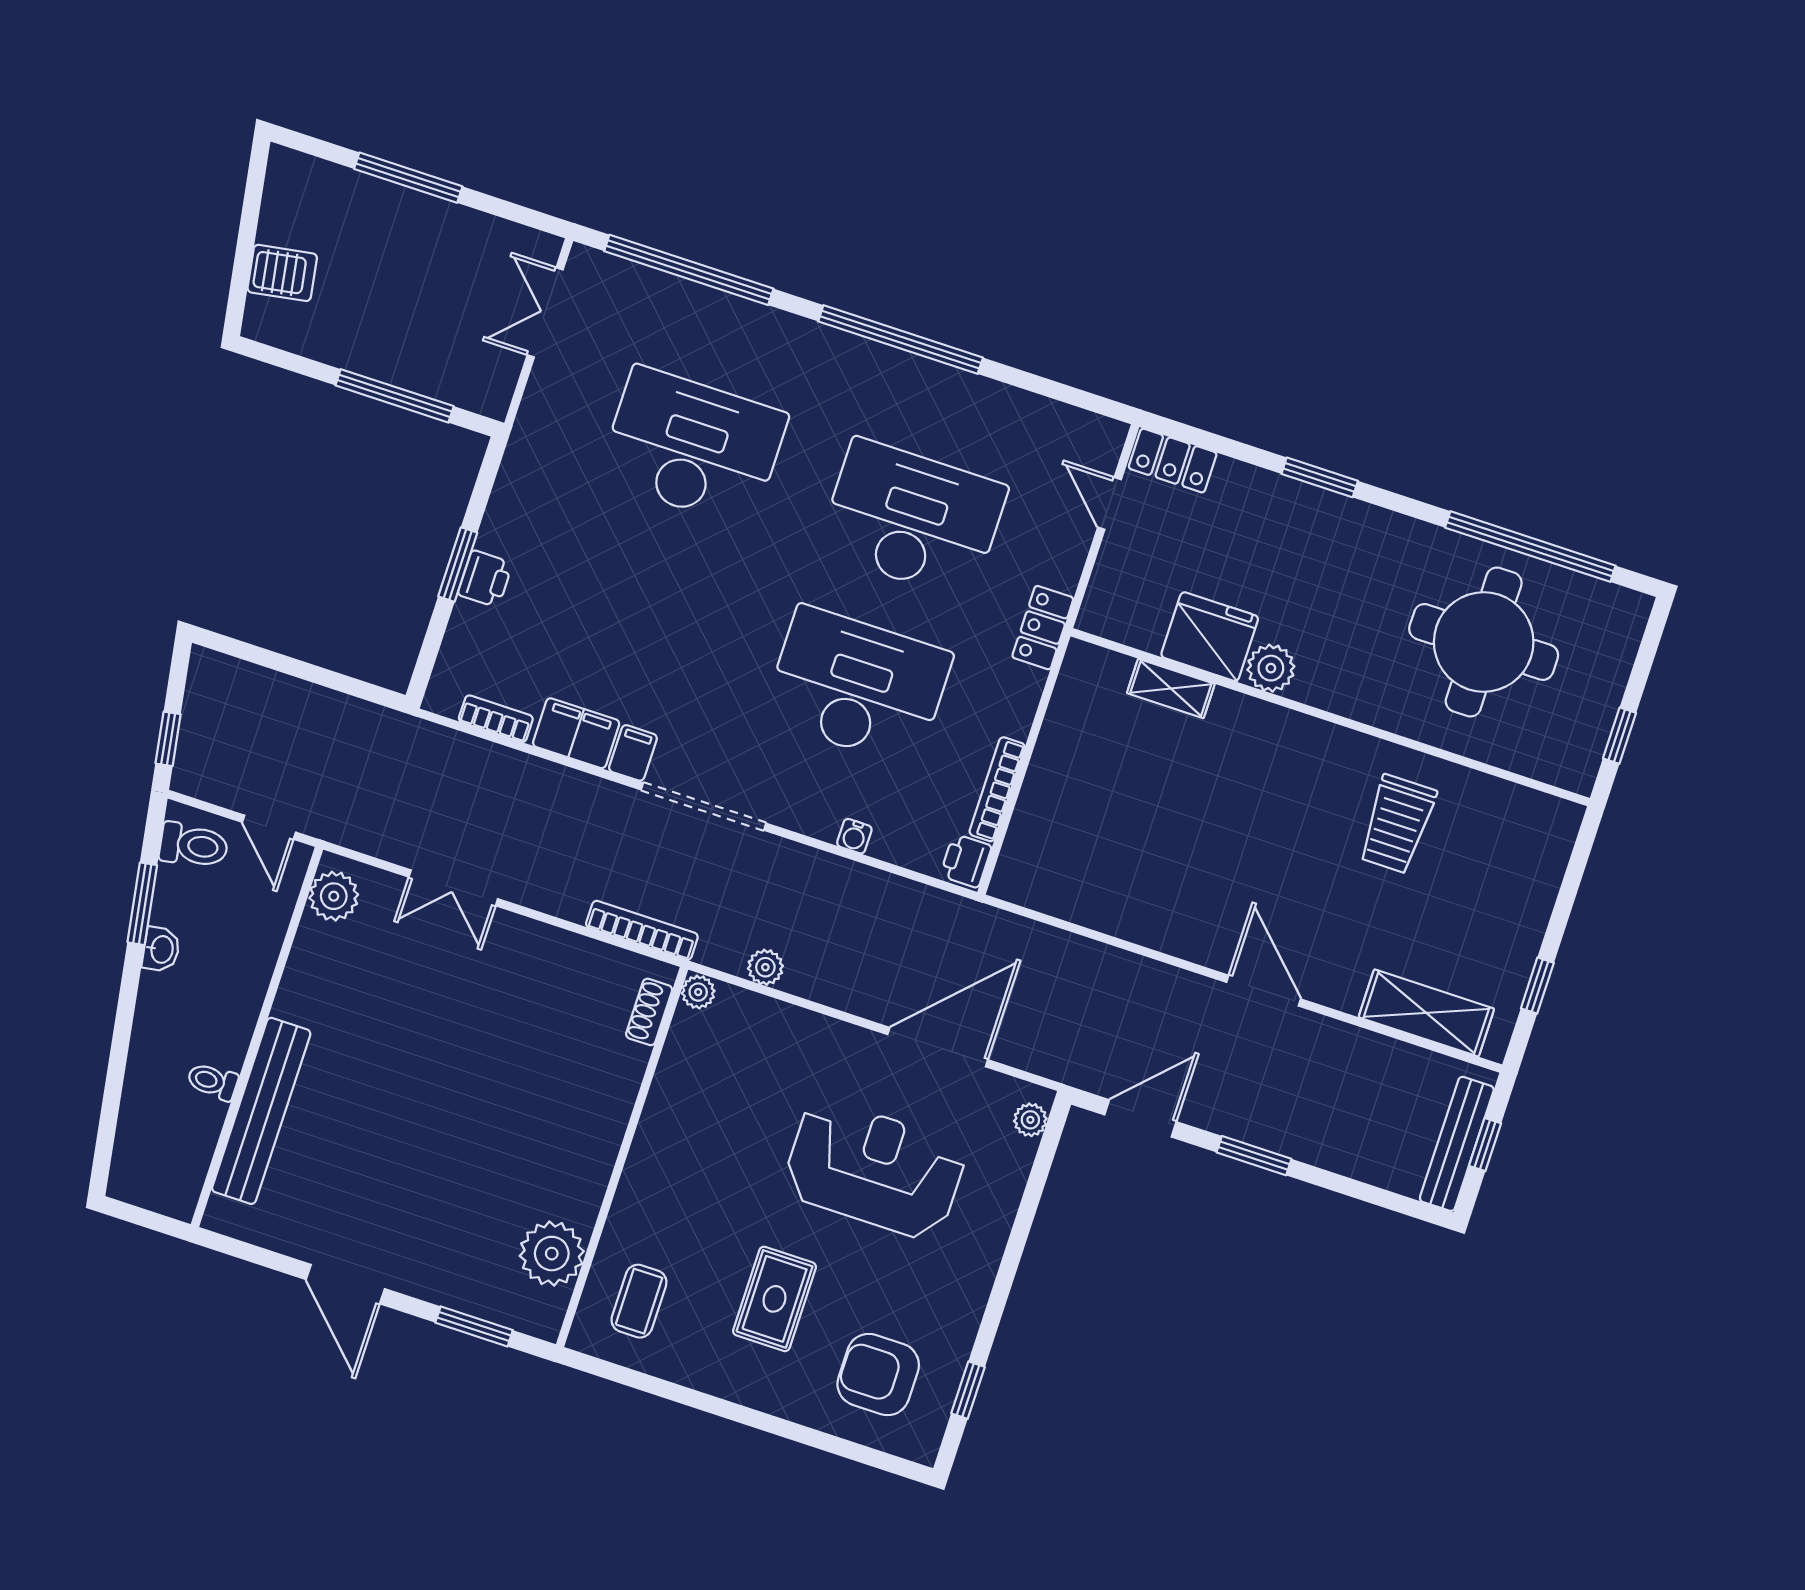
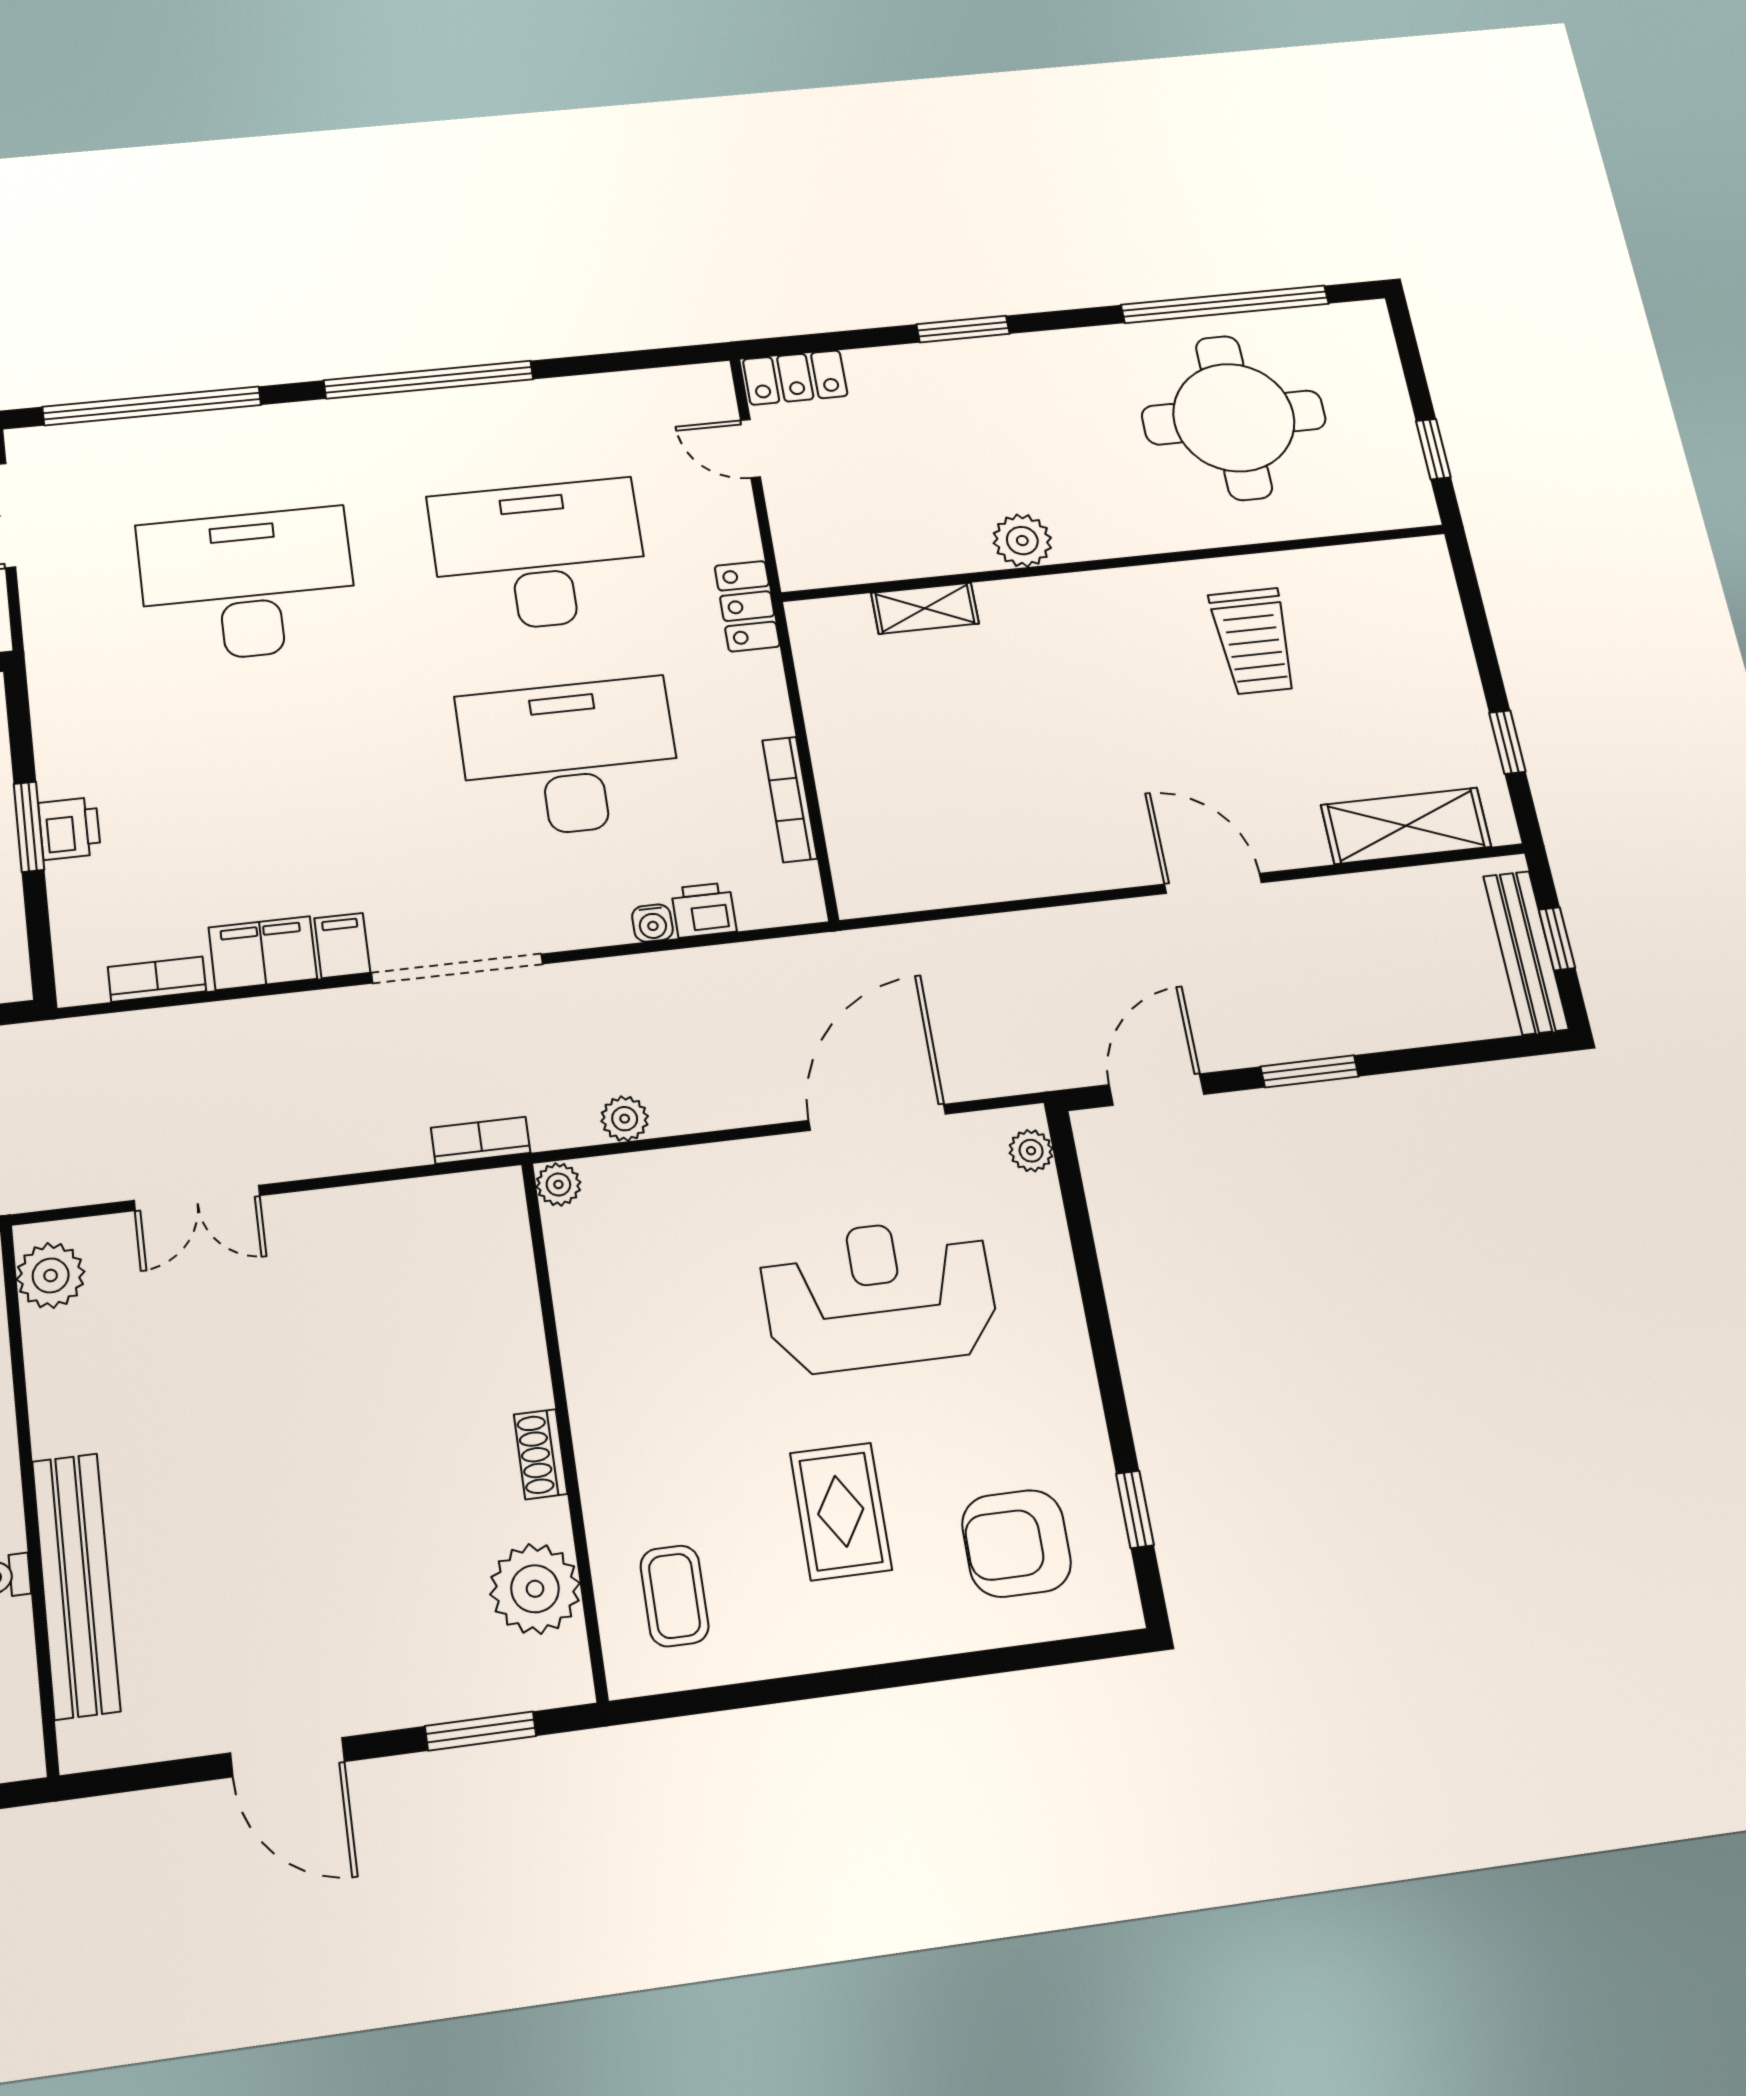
fridge: (1210, 637) -> (937, 537), removed
printer: (966, 861) -> (704, 910), moved, turned 90
bookcase: (642, 930) -> (481, 1140), width x0.64
shoe rack: (649, 1012) -> (541, 1454), moved

